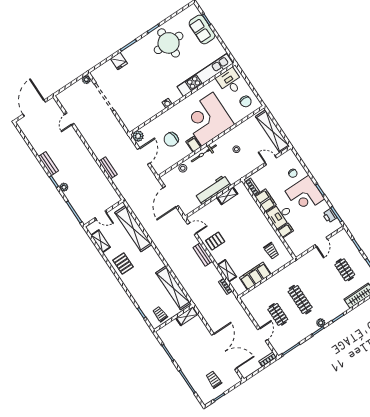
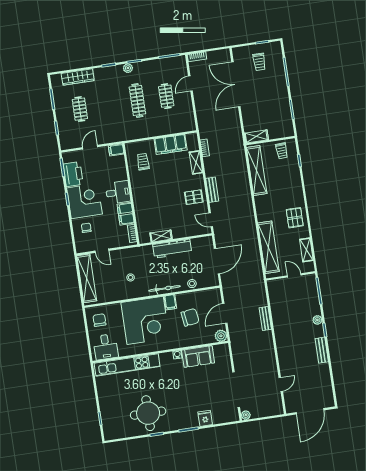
sofa: (202, 29) -> (198, 357), moved, turned 90
printer: (330, 216) -> (73, 174), width x1.87, depth x1.48
filing cabinet: (285, 230) -> (116, 150), moved

